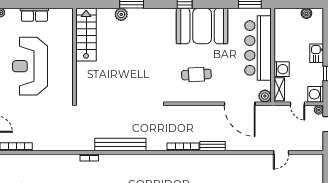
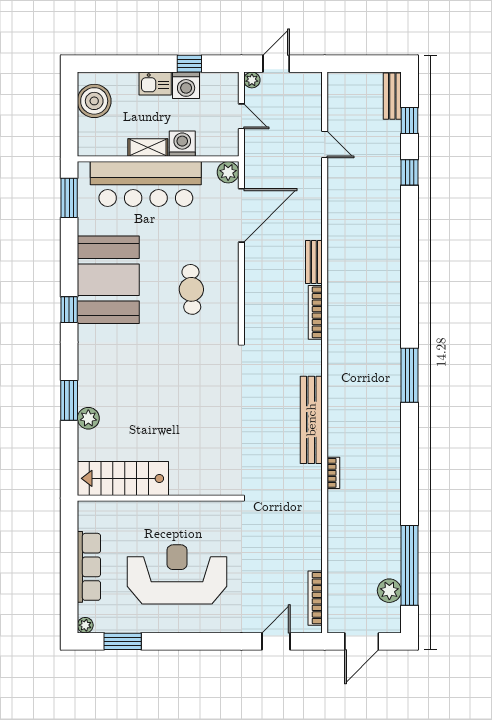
boiler: (306, 13) -> (94, 101), width x1.86, depth x1.86
row of seats: (34, 15) -> (89, 567), width x1.48
reception desk: (30, 66) -> (177, 574), turned 180
shelving: (279, 89) -> (148, 148), moved
washing machine: (316, 94) -> (186, 85), moved
door: (298, 104) -> (241, 116), hinge flipped

